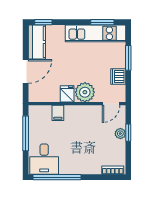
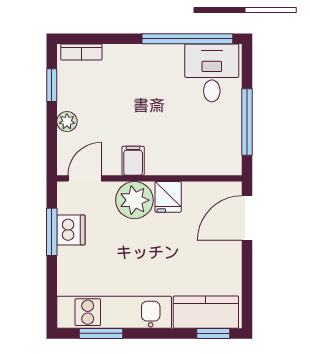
kitchen counter: (37, 42) -> (206, 312), moved, turned 90
window: (128, 58) -> (52, 232), moved
door: (26, 71) -> (247, 218), moved
filing cabinet: (58, 113) -> (133, 161), moved
window: (128, 133) -> (52, 85), moved

